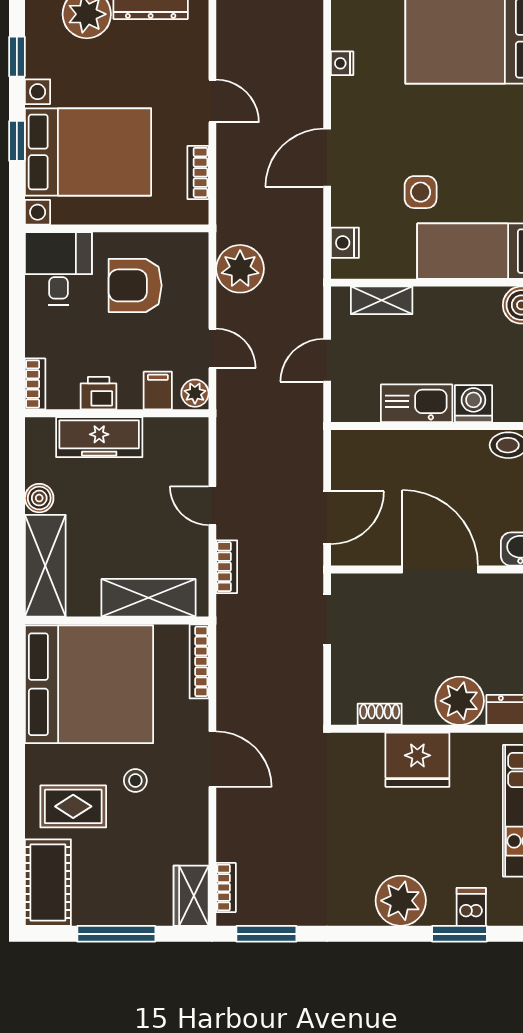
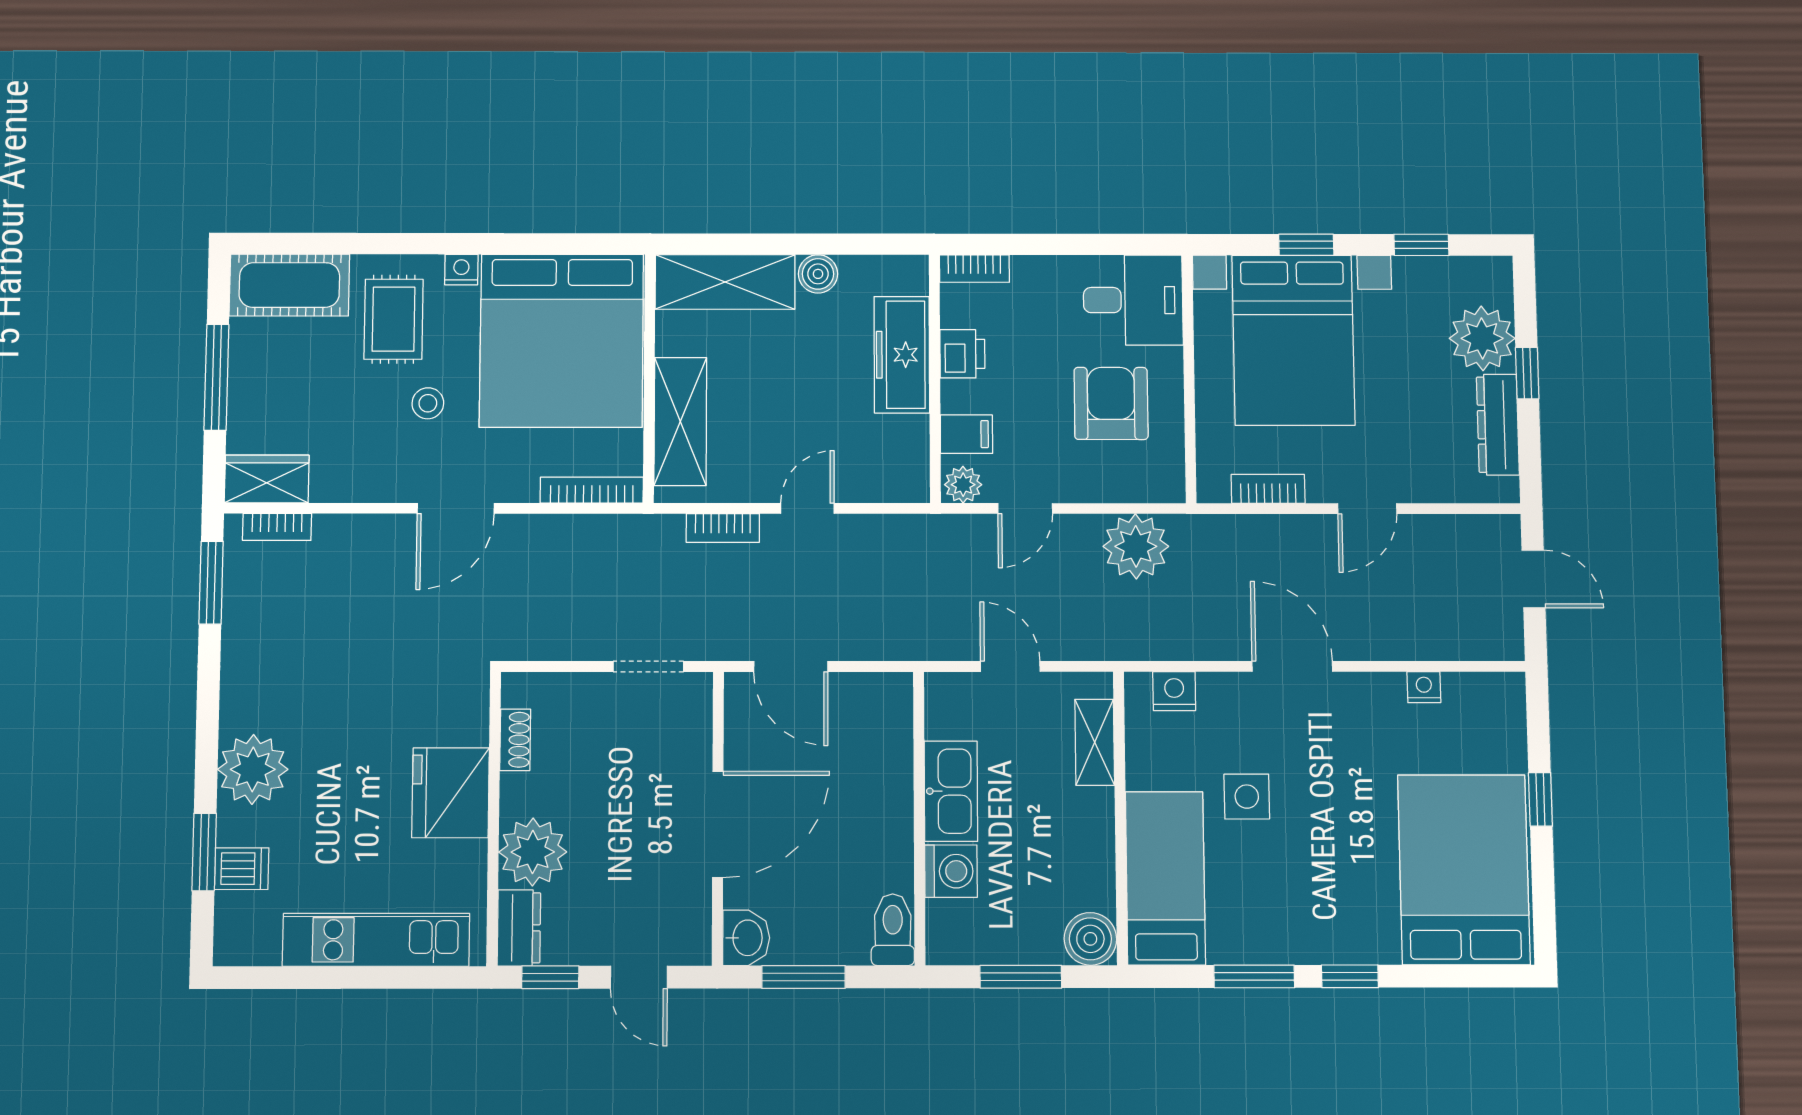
nightstand: (36, 758) -> (461, 270), added

